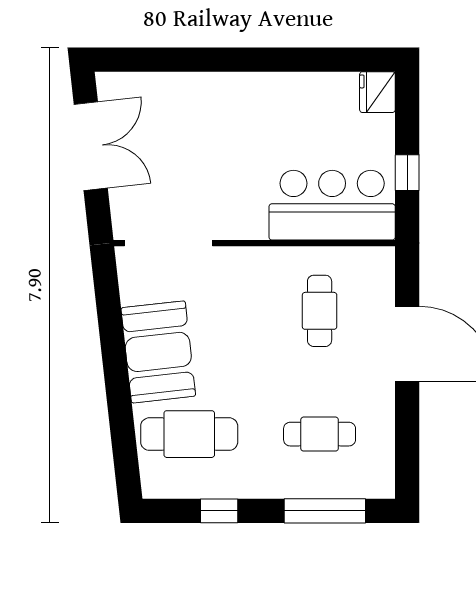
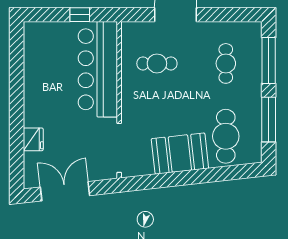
fridge: (377, 92) -> (33, 139), moved, turned -90
bar counter: (332, 205) -> (98, 69), width x1.36
window: (219, 511) -> (269, 120), width x2.17

